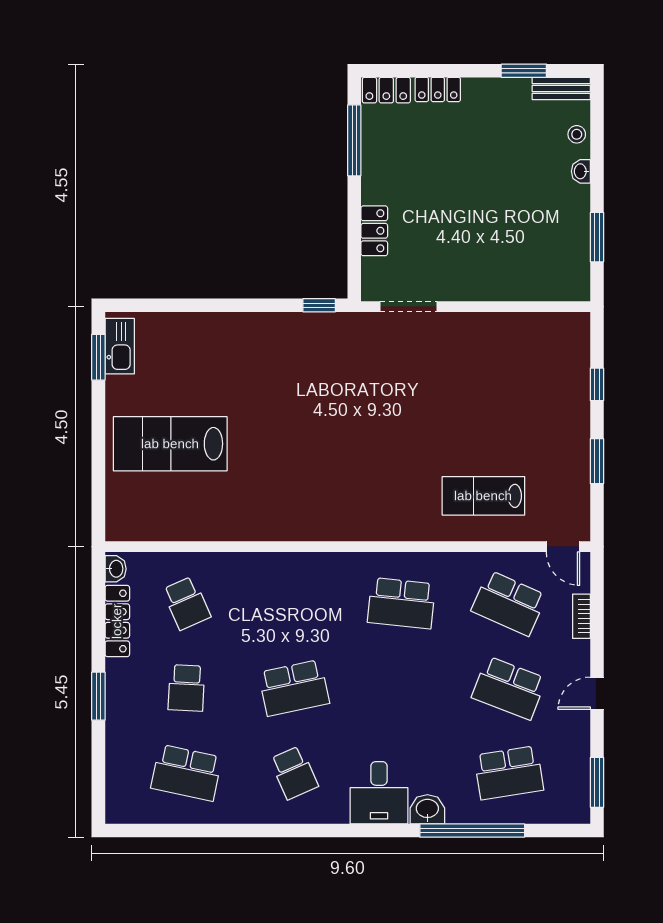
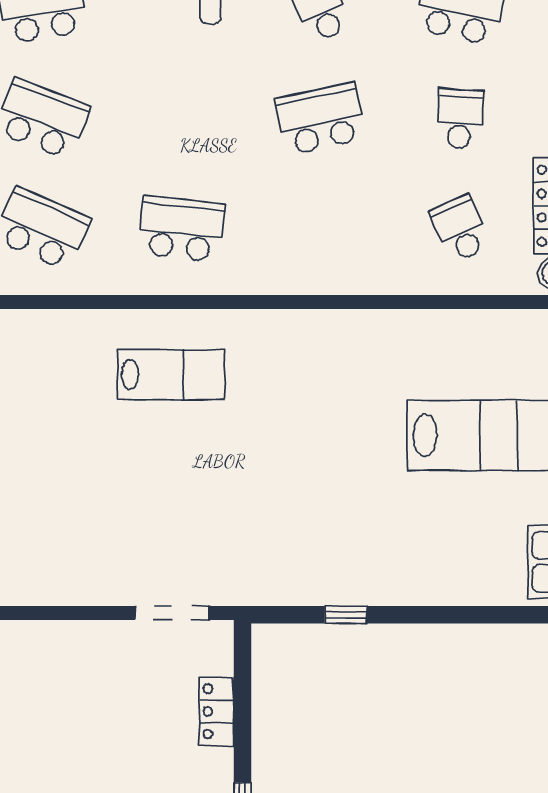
window: (319, 305) -> (346, 615), moved
lab bench: (483, 496) -> (171, 374), moved

